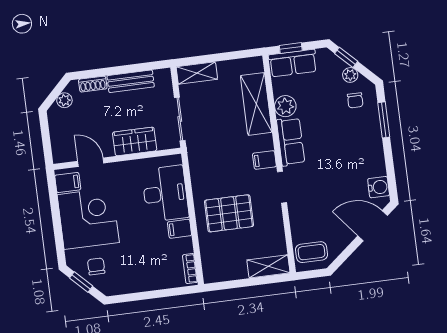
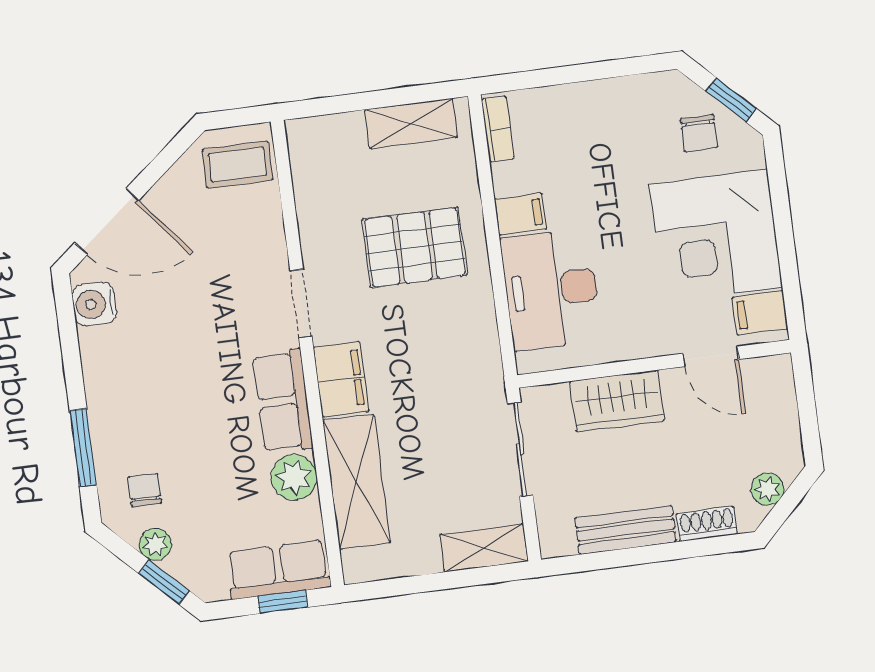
filing cabinet: (264, 160) -> (341, 379), width x2.00
shelving: (268, 266) -> (411, 123), moved

